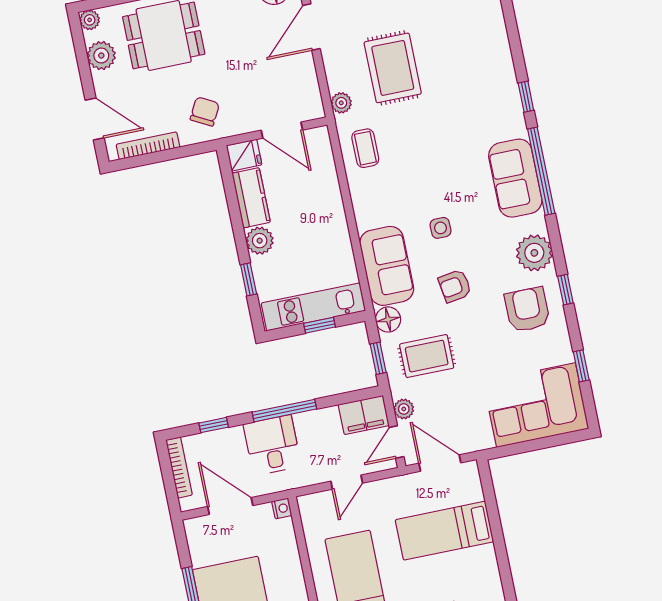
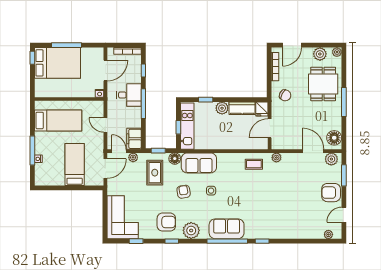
rug: (393, 68) -> (287, 184), removed

